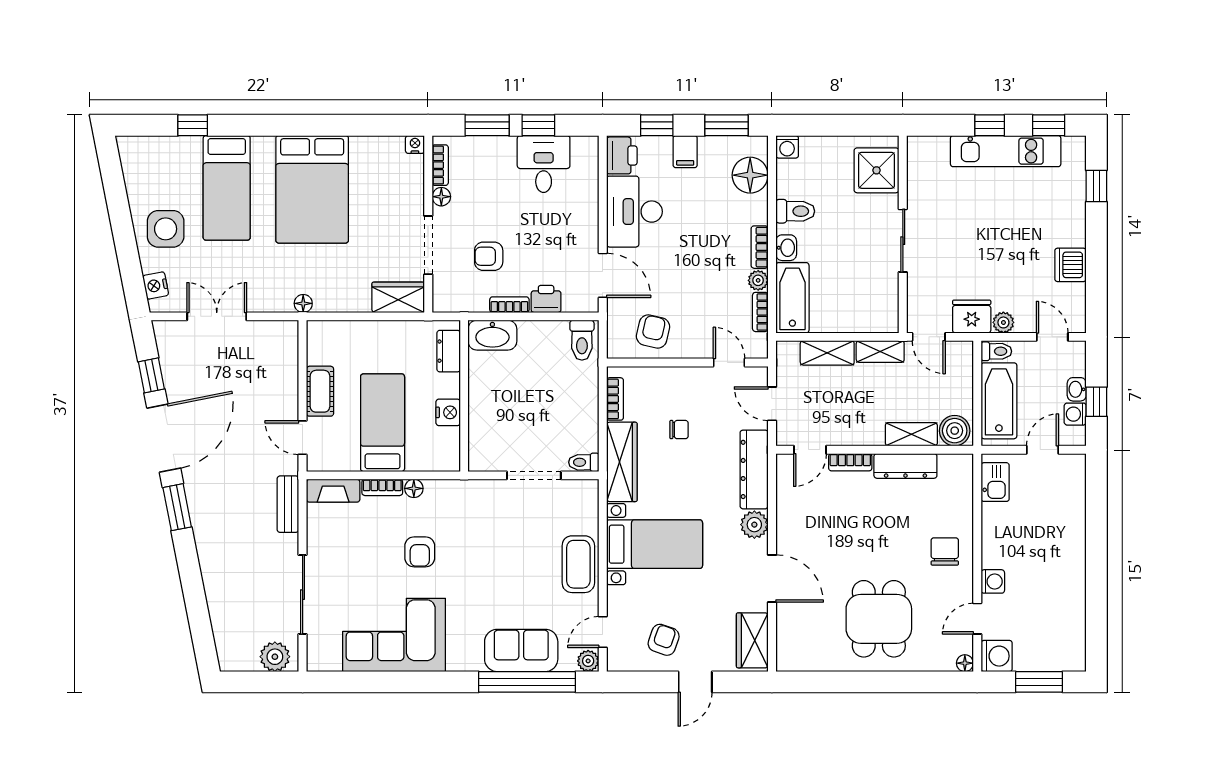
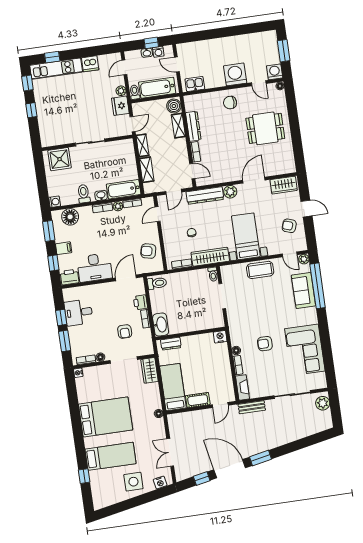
kitchen unit: (1006, 151) -> (56, 69), moved, turned 90
nightstand: (448, 412) -> (220, 337), moved
bed: (383, 423) -> (173, 387), moved, turned 90
armchair: (420, 552) -> (265, 344), turned 180
washing machine: (993, 581) -> (235, 74), width x1.89, depth x1.89

